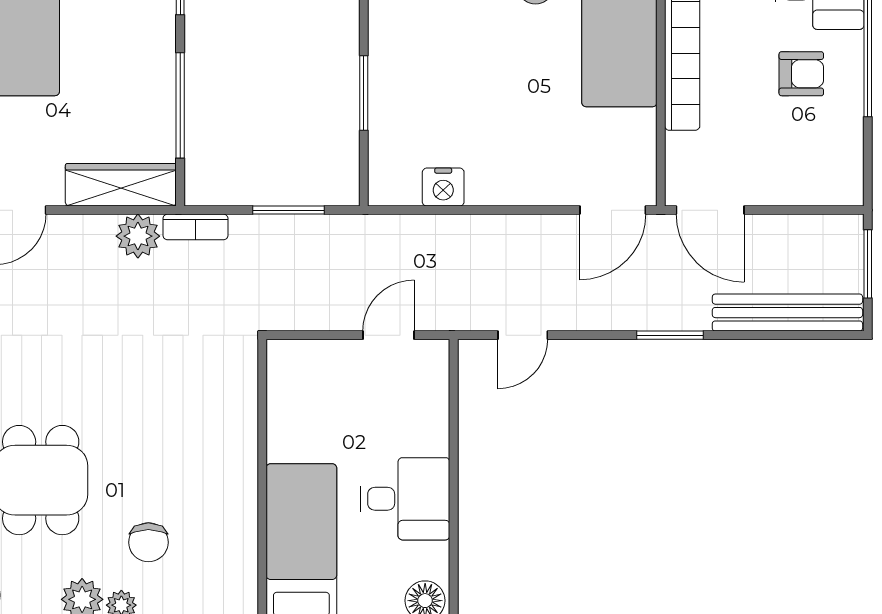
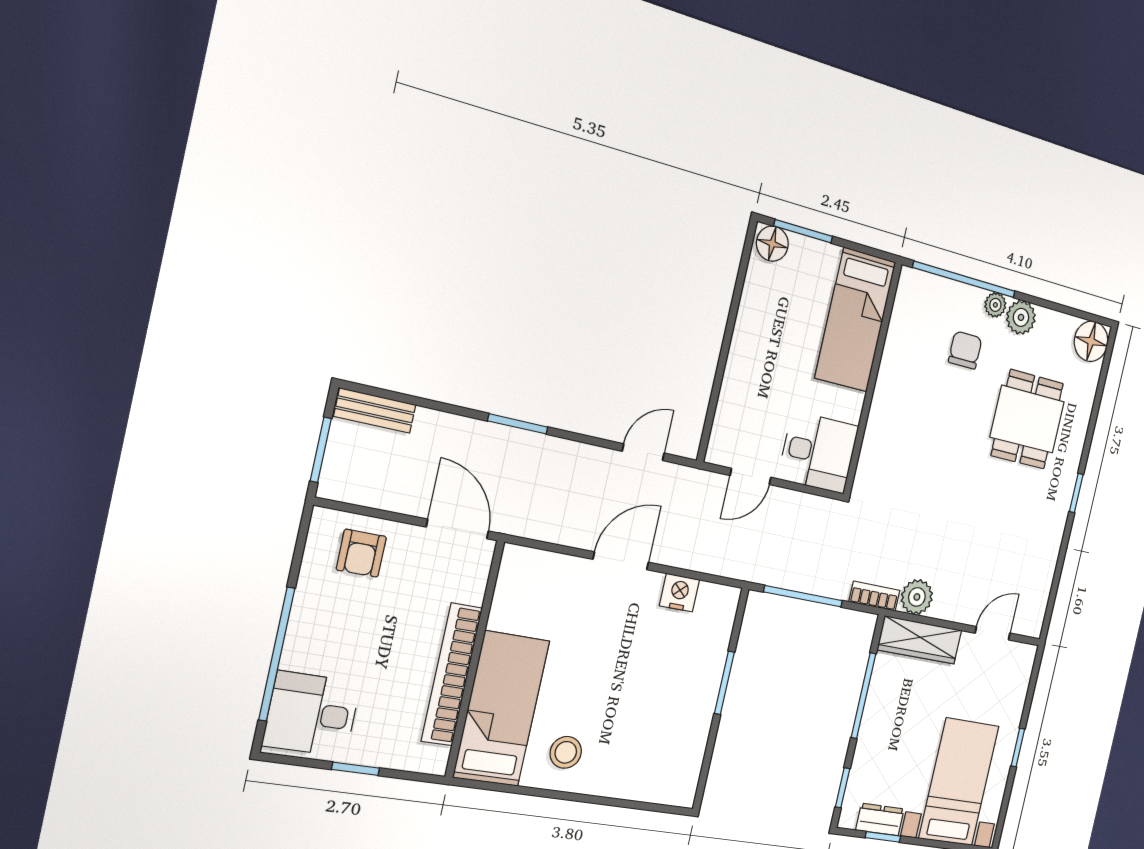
armchair: (801, 74) -> (361, 553), moved, turned -90
window: (289, 210) -> (803, 596), width x1.44
door: (613, 210) -> (621, 561), moved
bench: (787, 313) -> (375, 411), width x0.54, depth x0.82
desk: (405, 499) -> (818, 452), moved, turned 180

